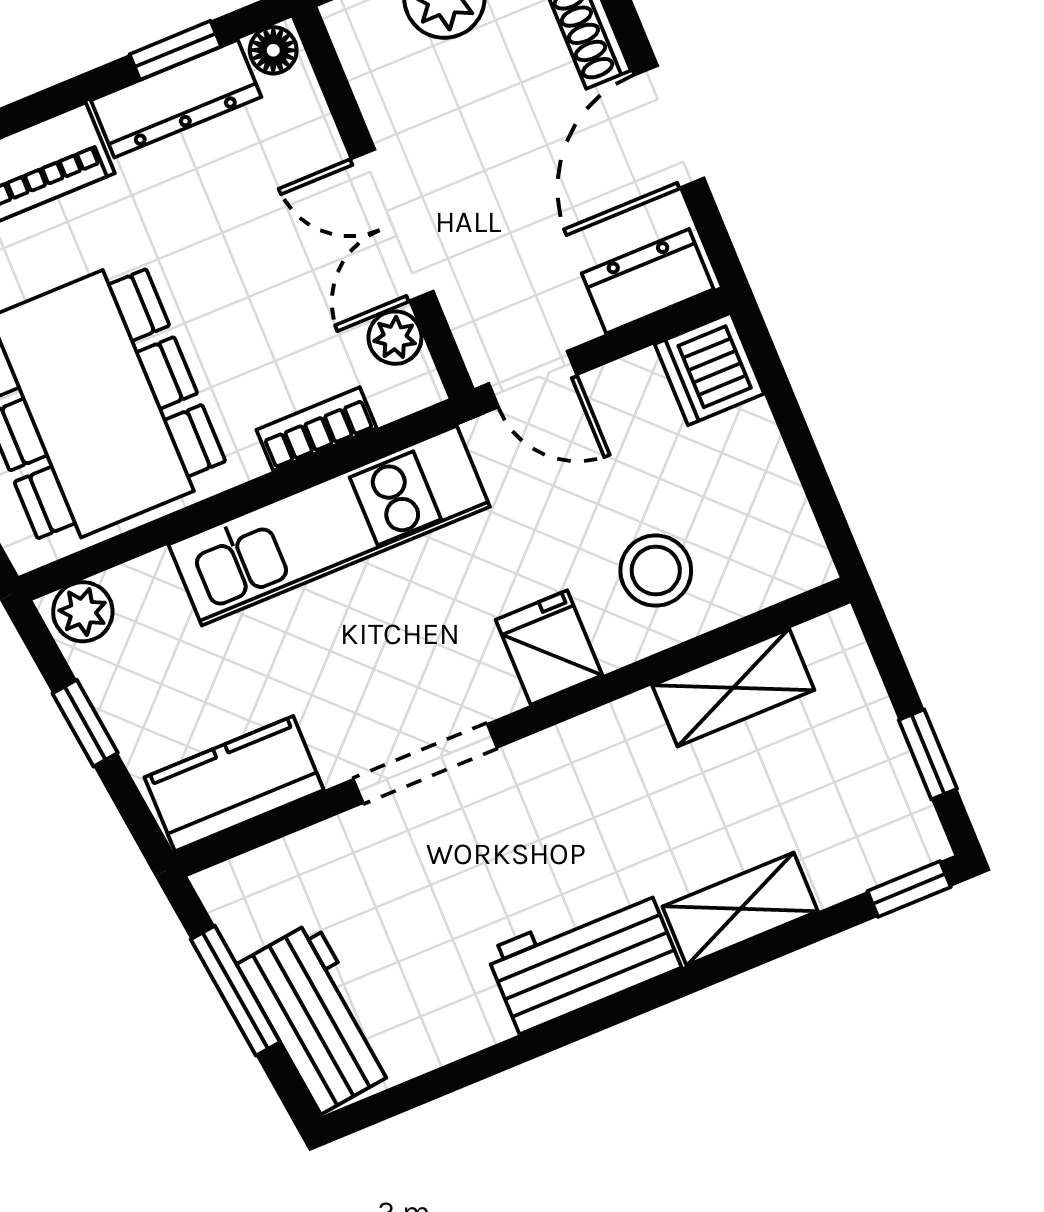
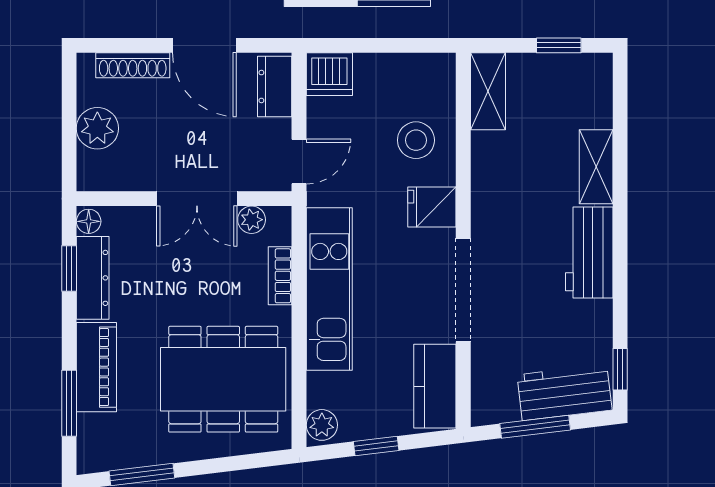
shelving: (733, 688) -> (488, 91), moved
doorway: (425, 764) -> (463, 290), width x1.36
window: (909, 889) -> (620, 369), moved

